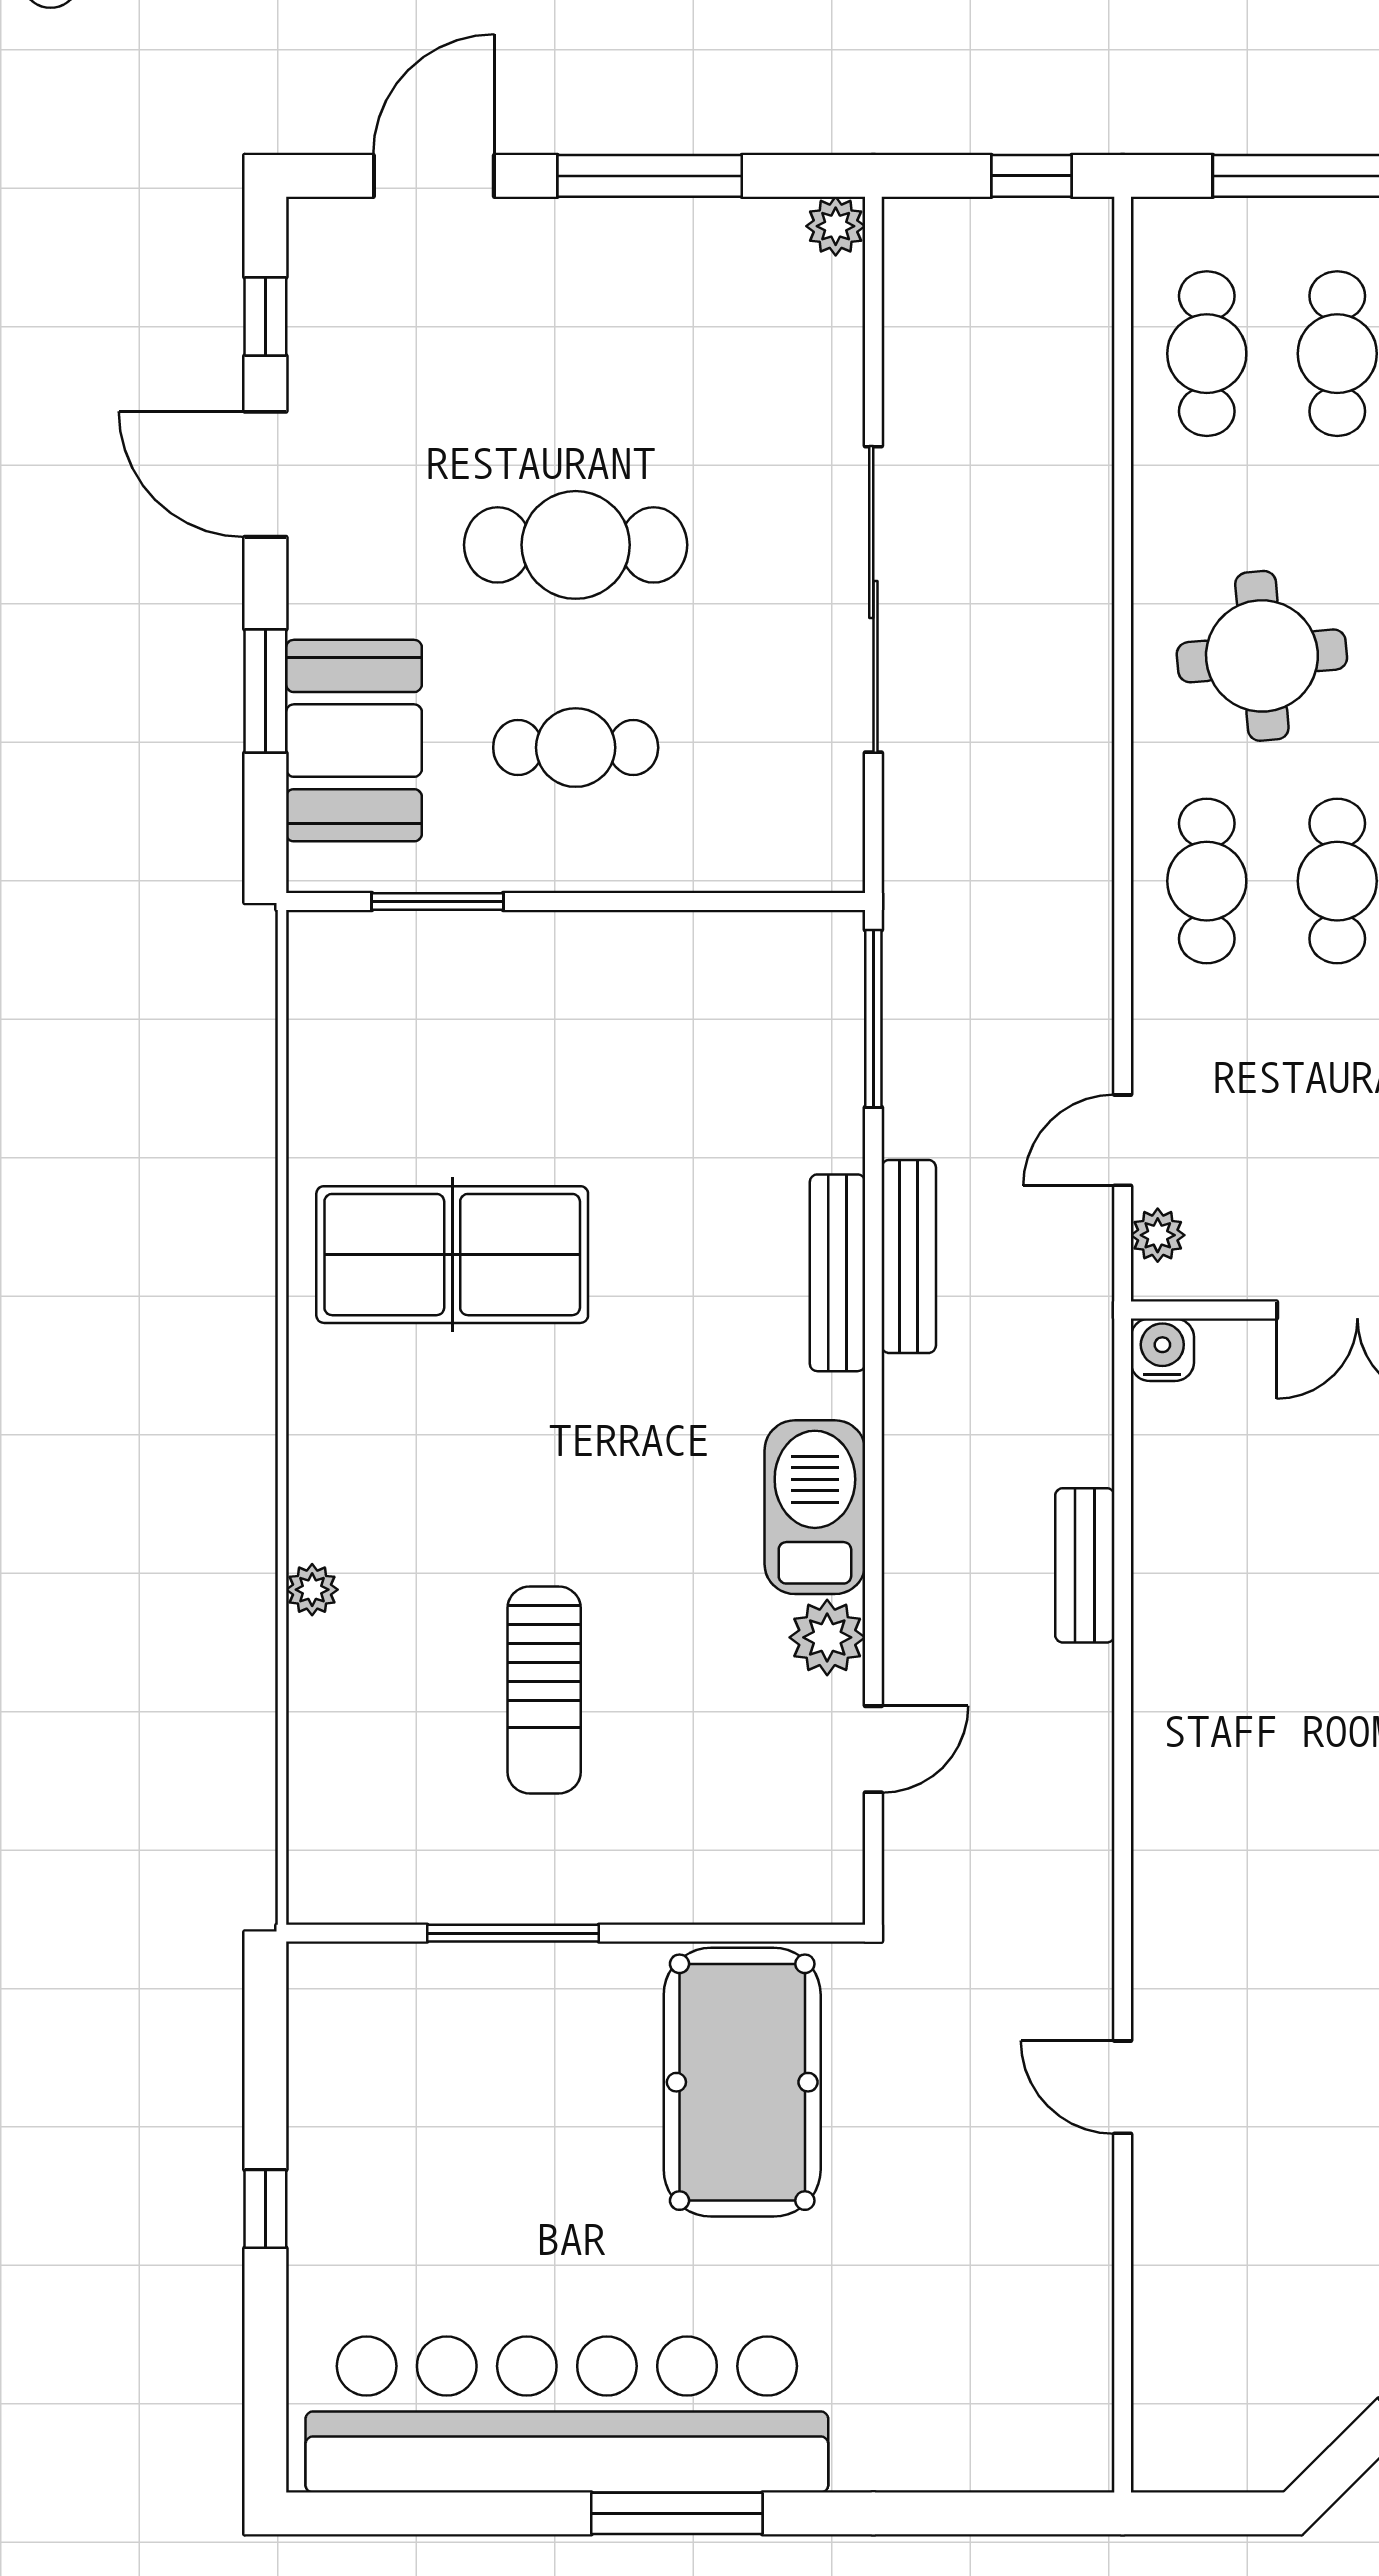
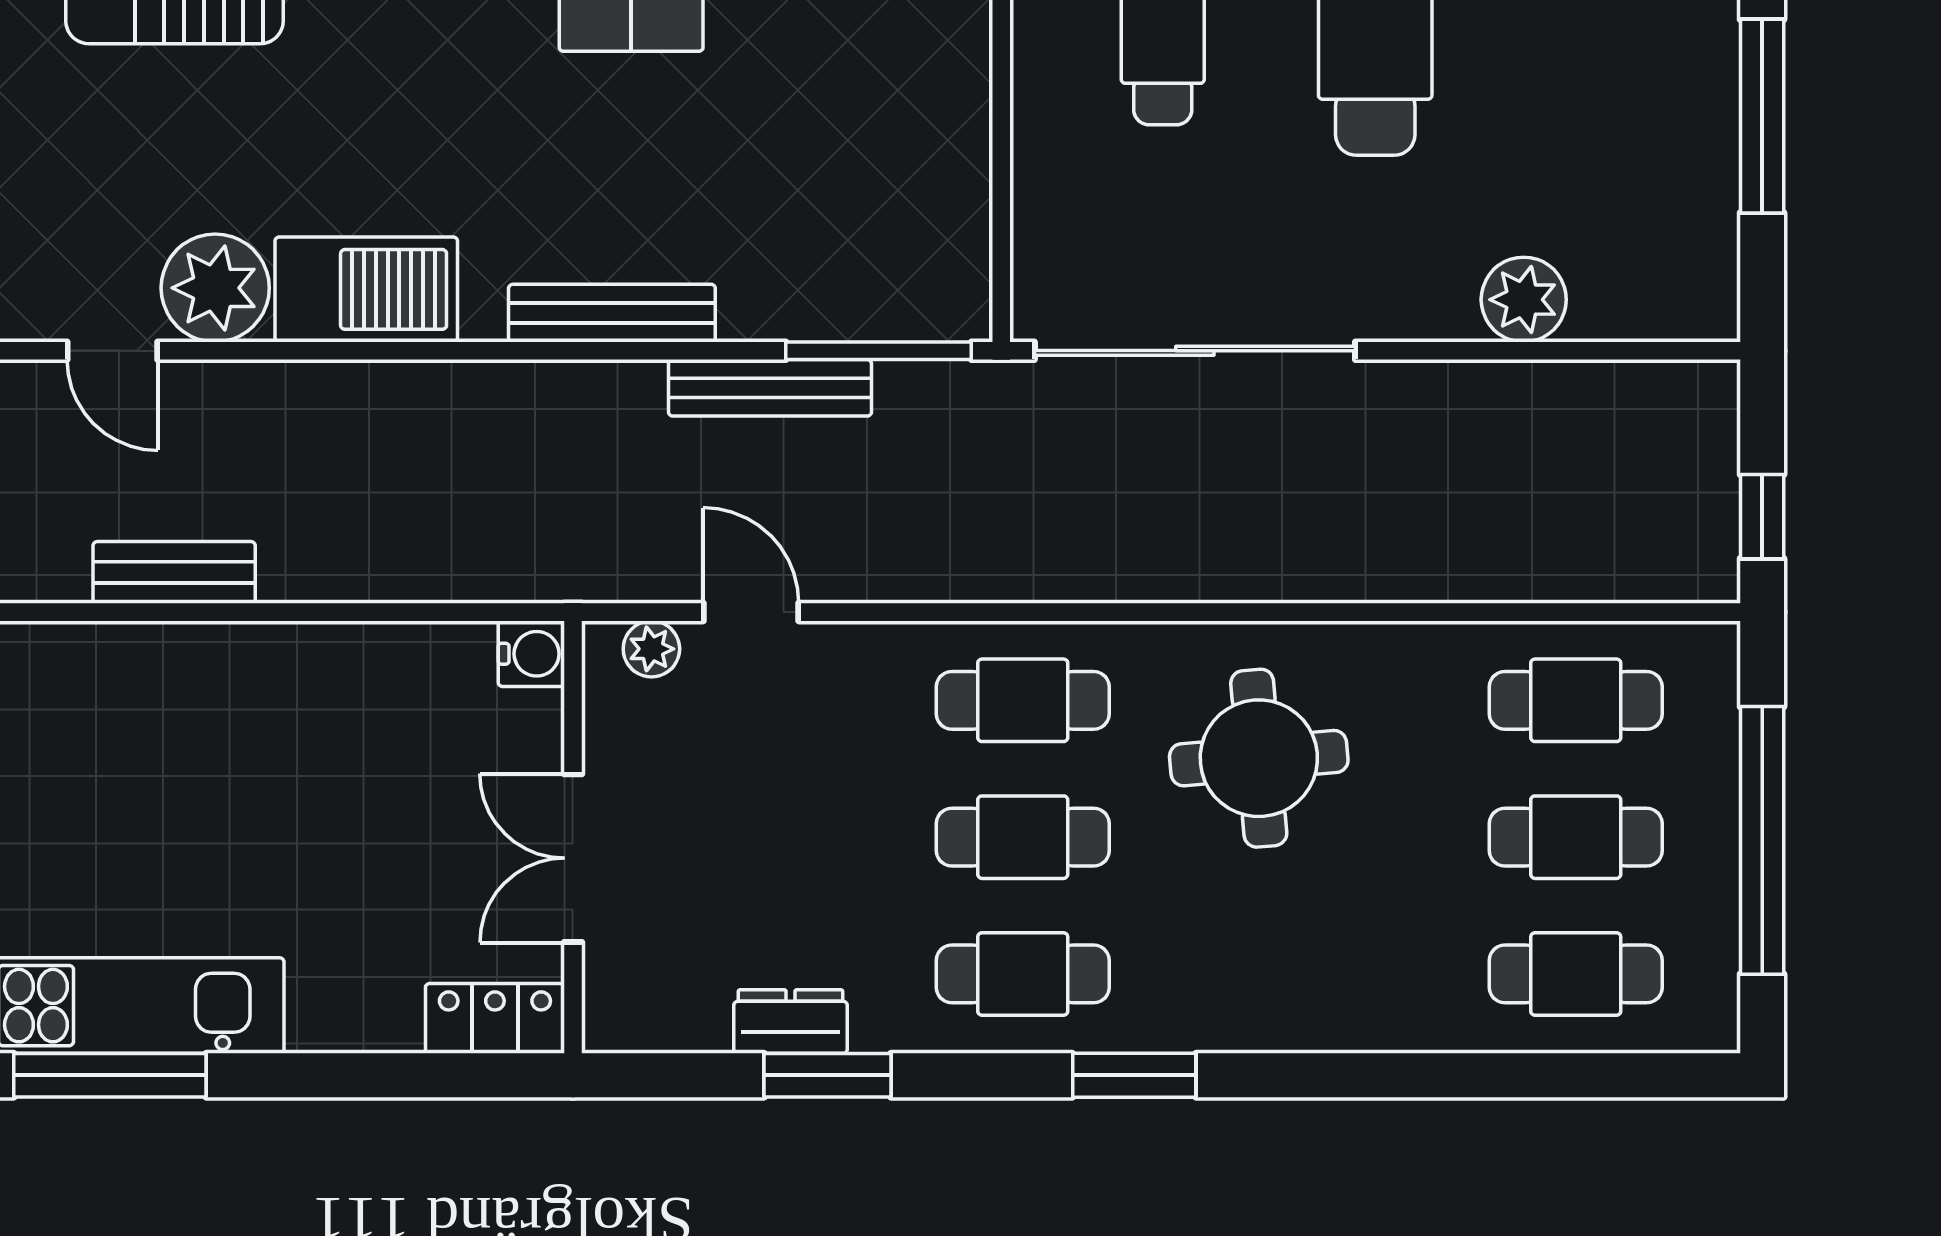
plant: (836, 226) -> (1524, 300), moved, width x1.38, depth x1.38
sliding door: (873, 599) -> (1195, 351), moved
bench: (909, 1256) -> (770, 388), moved
bench: (1085, 1565) -> (174, 572), moved
plant: (827, 1637) -> (215, 288), width x1.36, depth x1.36

